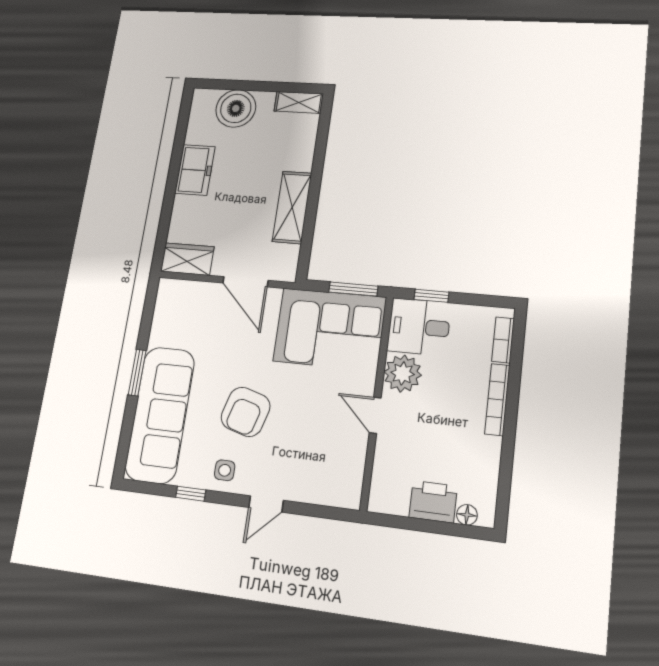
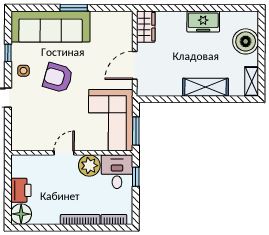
shelving: (292, 207) -> (205, 87), moved
floor lamp: (467, 515) -> (21, 214), width x1.89, depth x1.89

